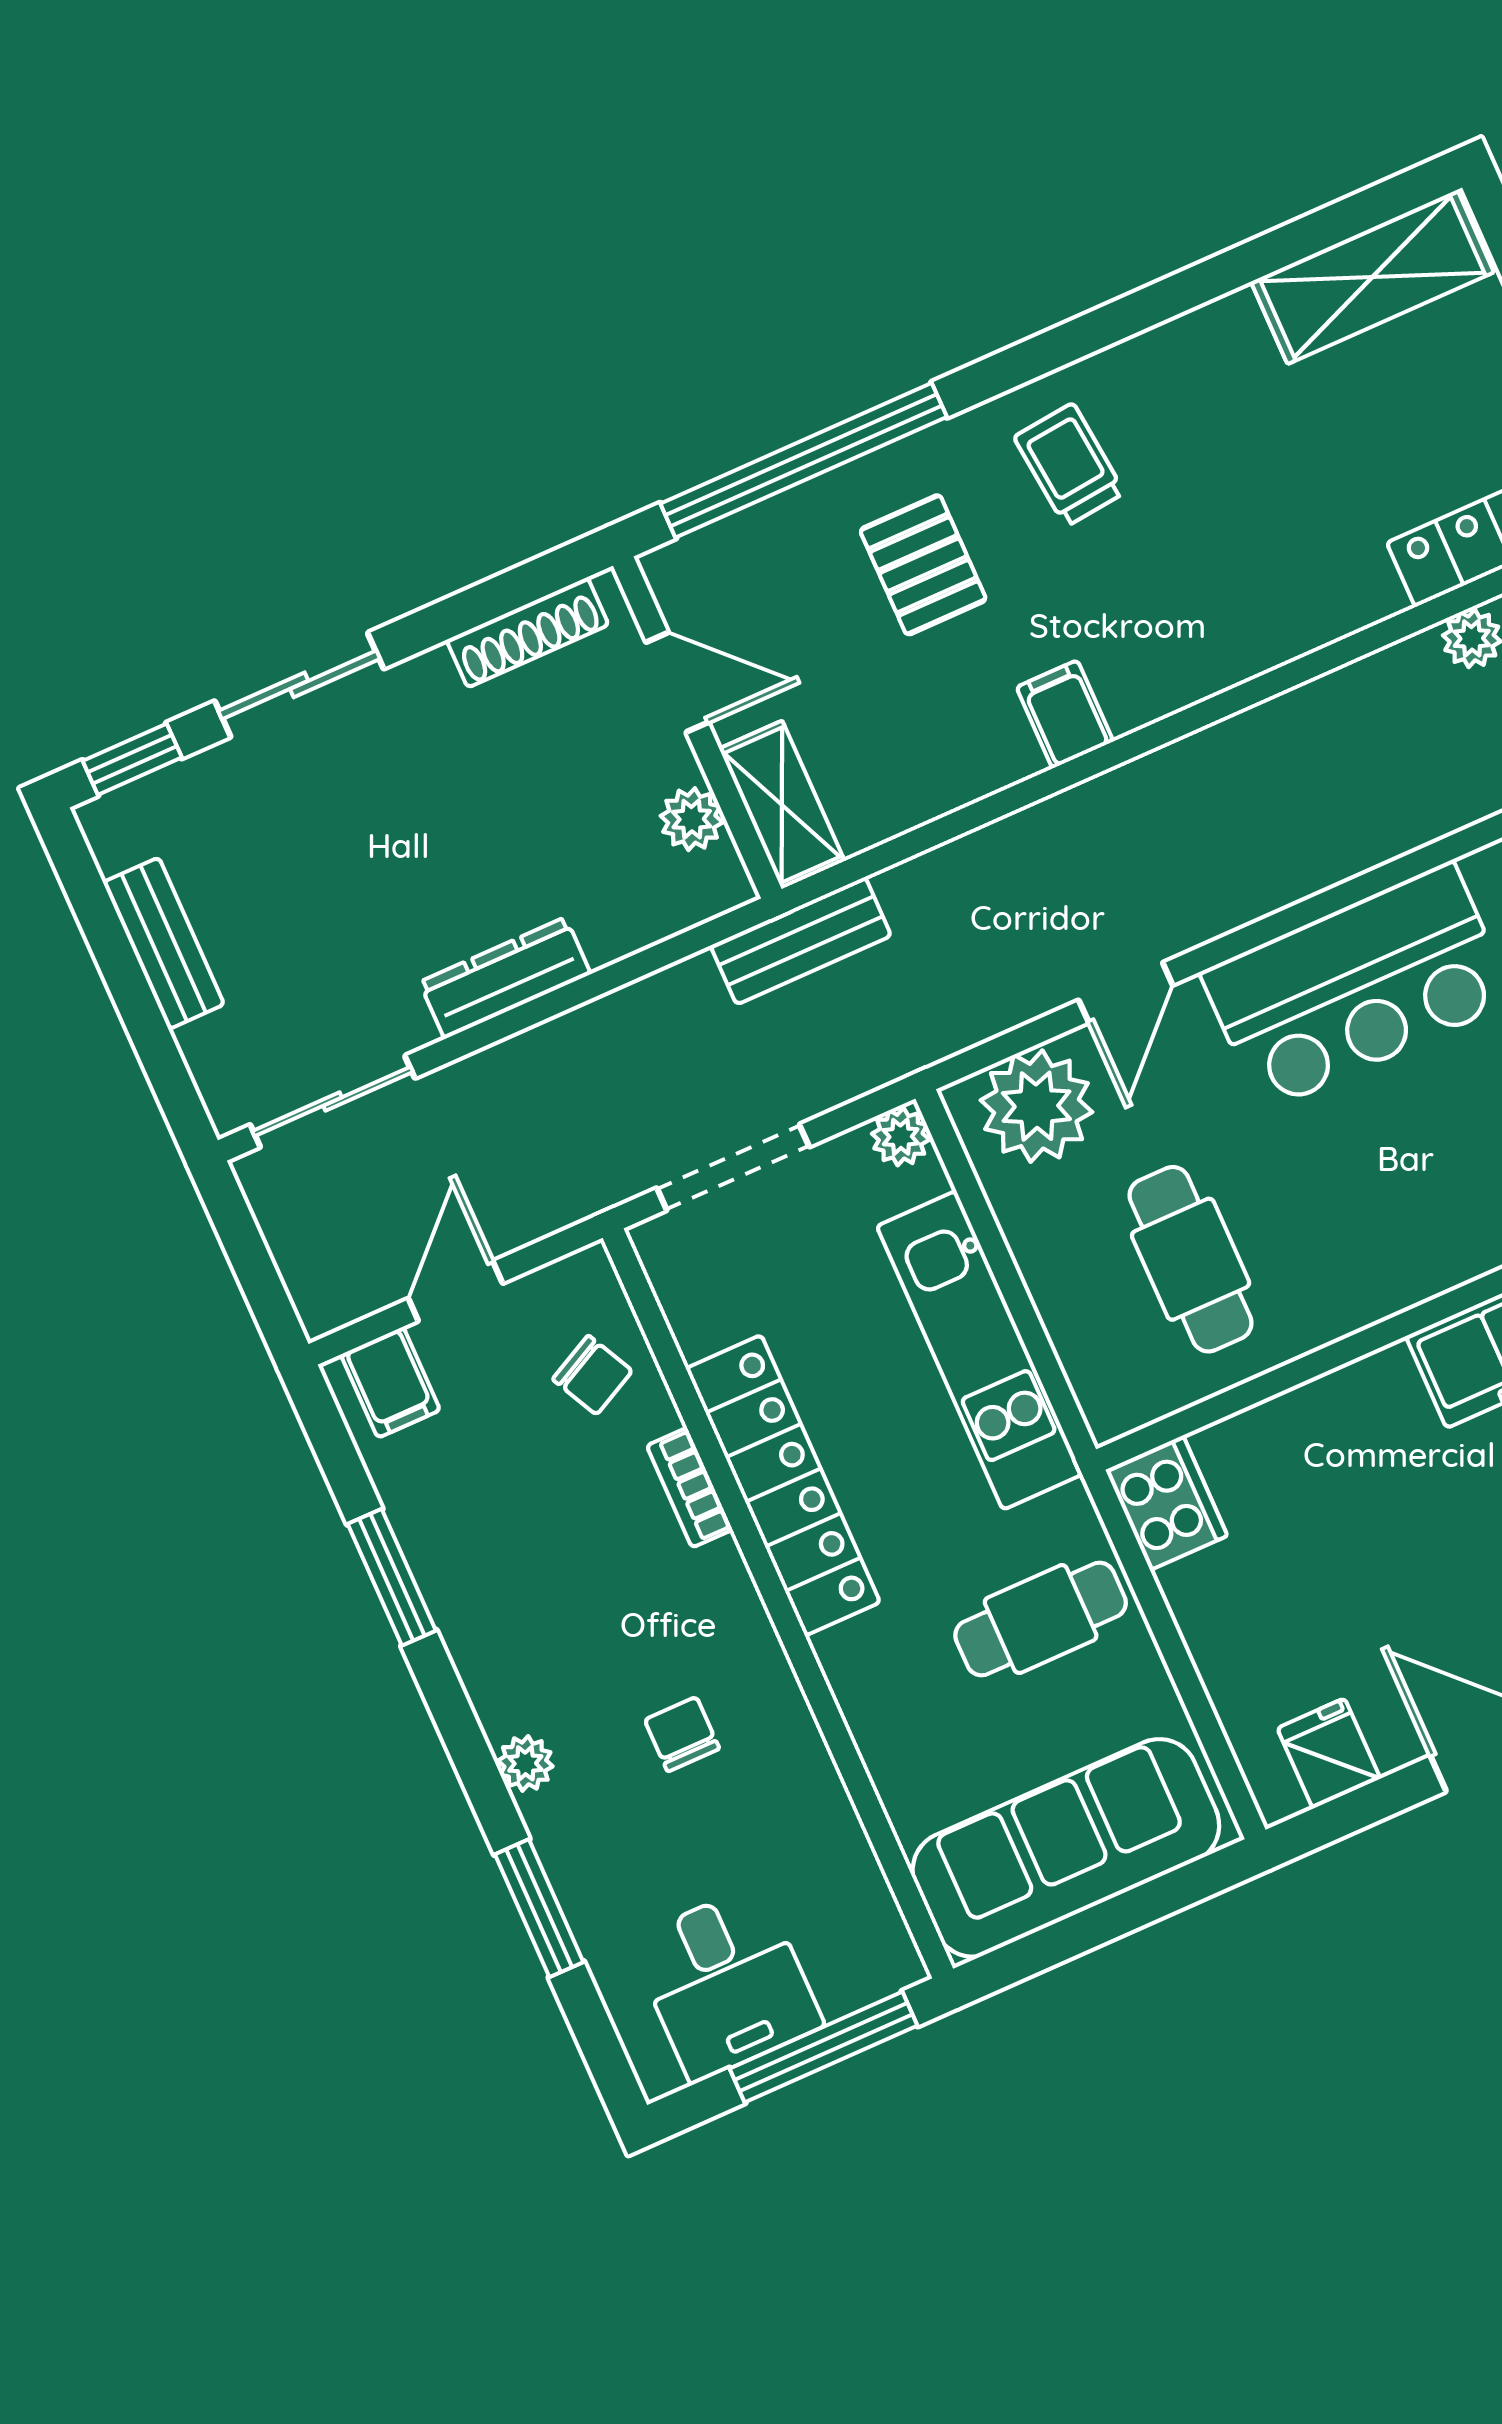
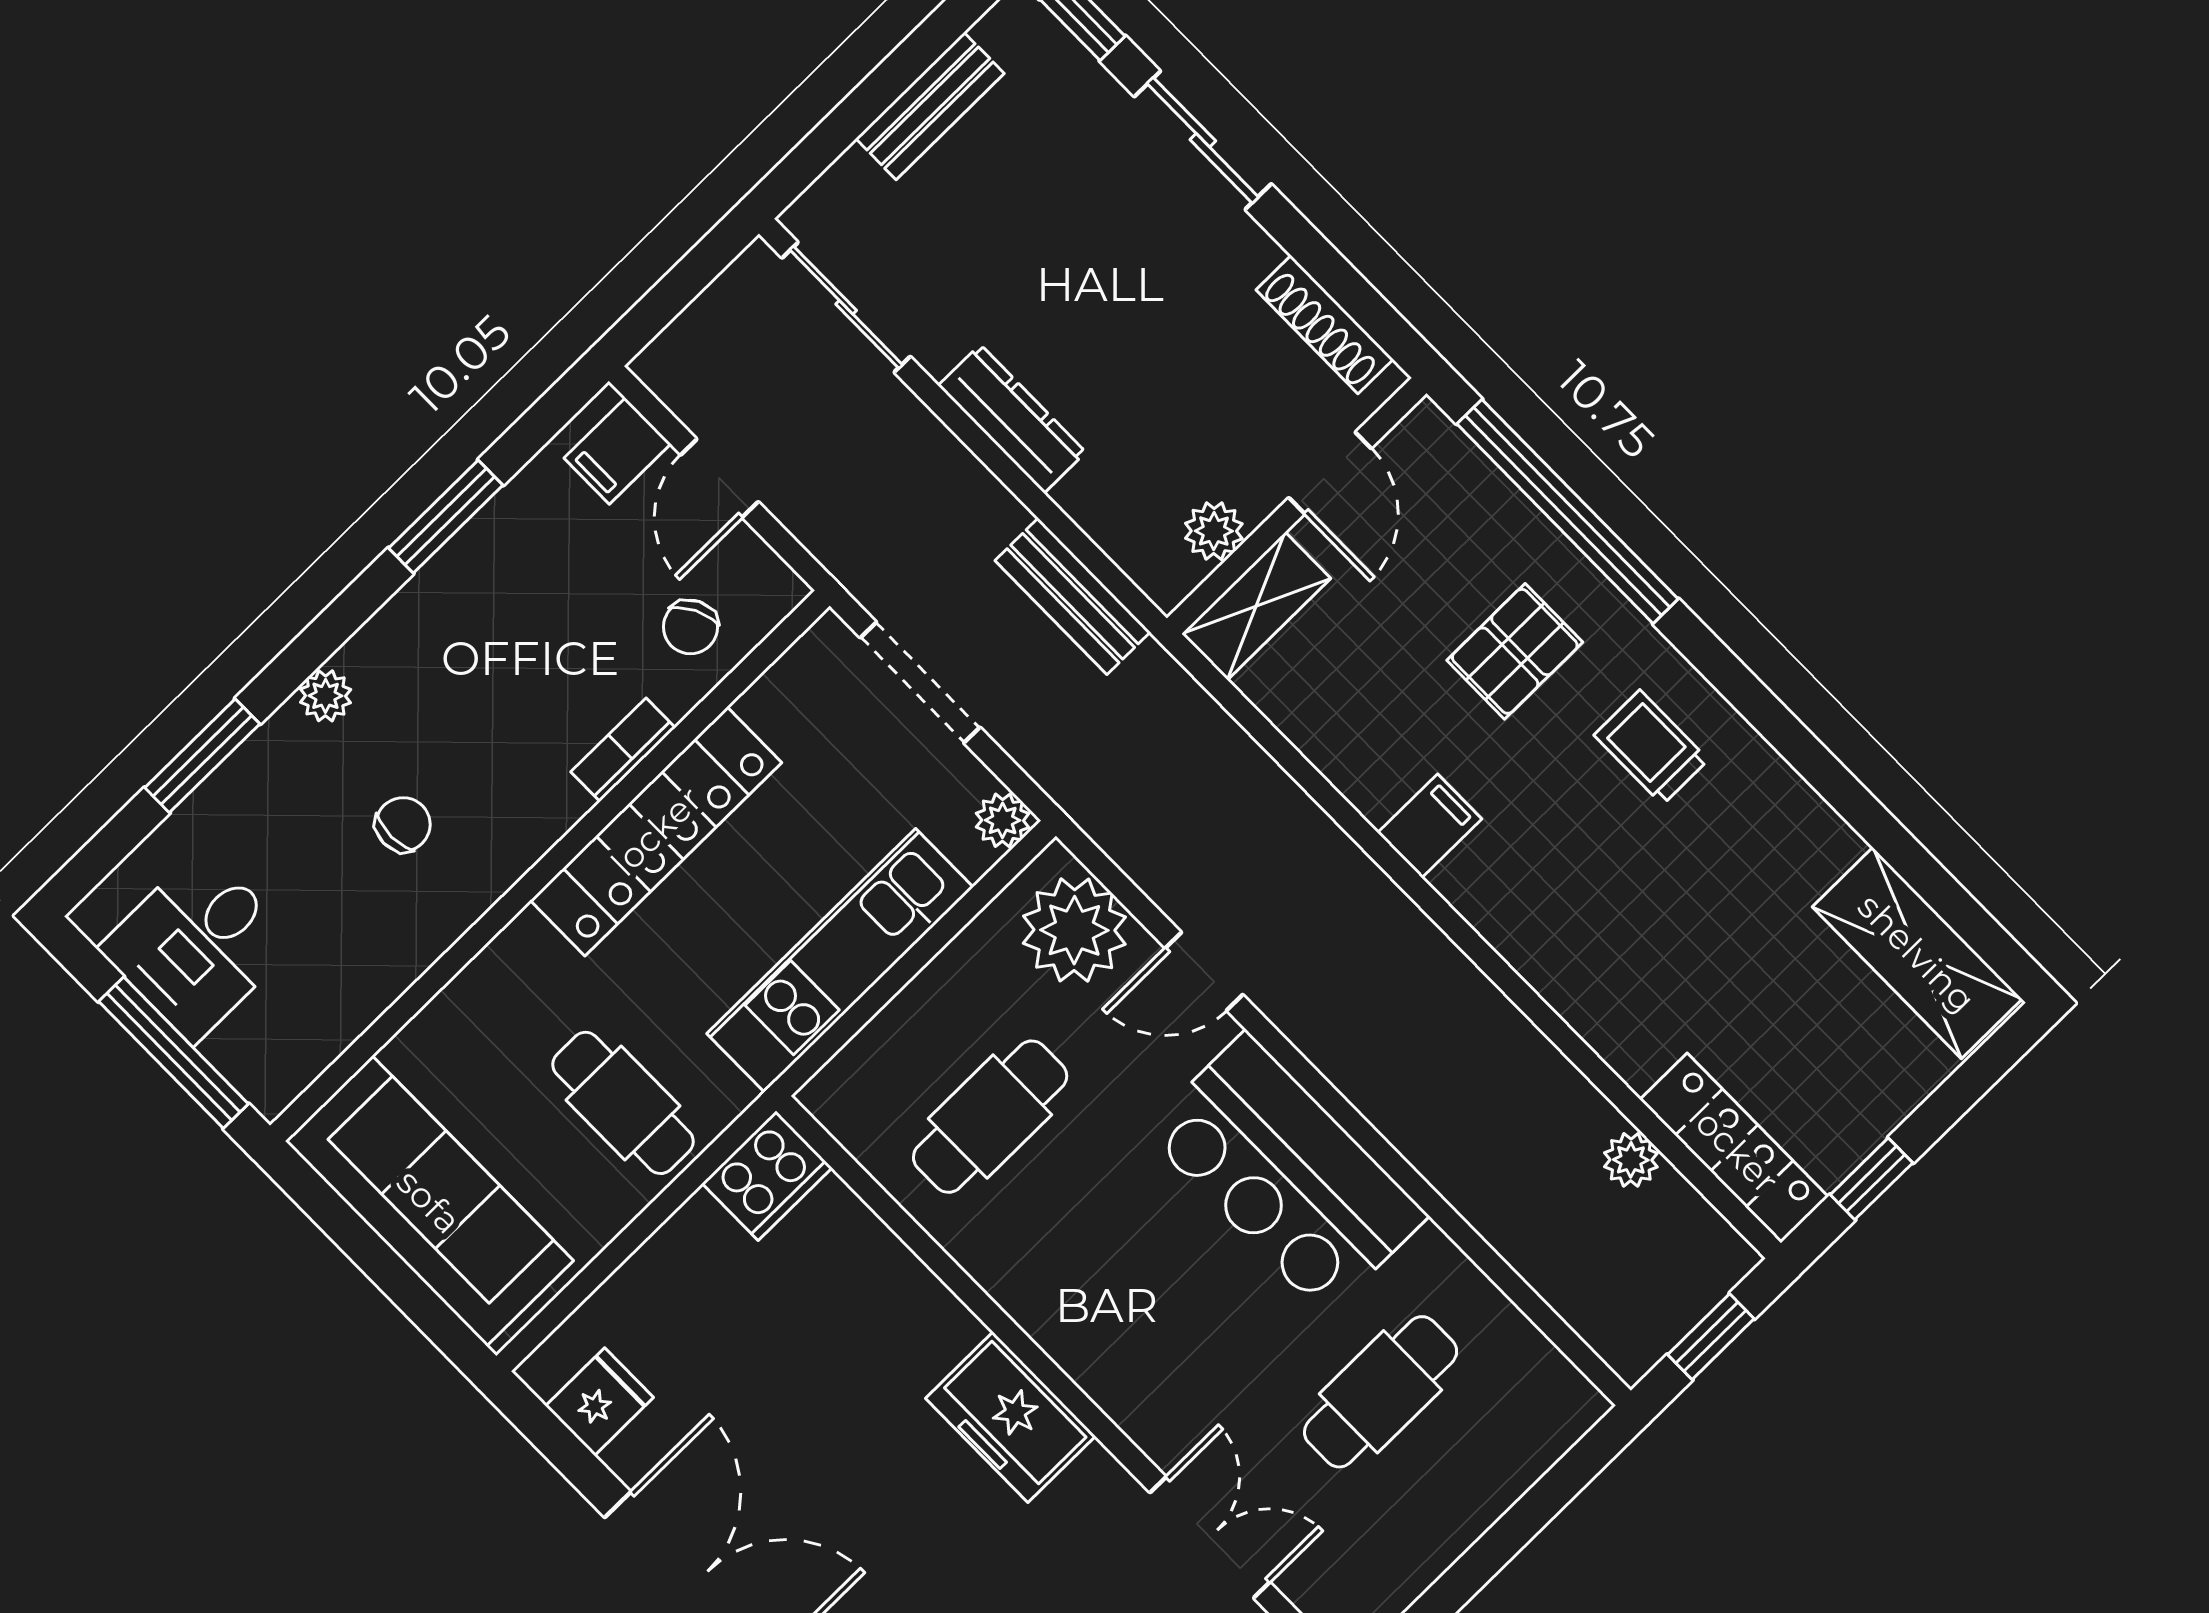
trolley: (1069, 465) -> (1651, 747), turned -84
bench: (801, 941) -> (1073, 596), moved
door: (455, 1291) -> (719, 478), swing flipped

